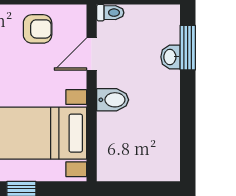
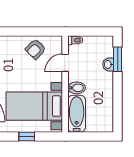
armchair: (38, 29) -> (36, 49), turned 135
bathtub: (113, 147) -> (77, 114), added

